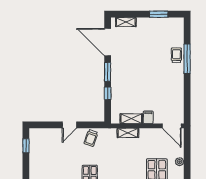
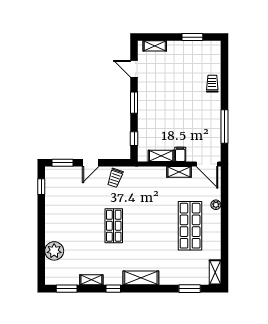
door: (108, 42) -> (134, 69), width x0.53
window: (187, 59) -> (224, 127), moved
window: (108, 93) -> (134, 139), moved
window: (45, 125) -> (63, 163), added
shelving: (128, 133) -> (179, 172), moved

